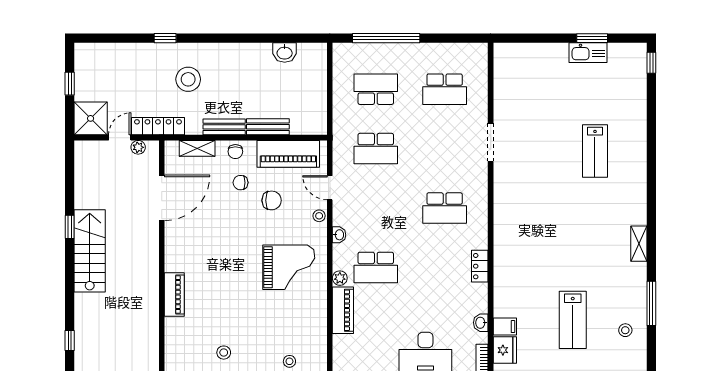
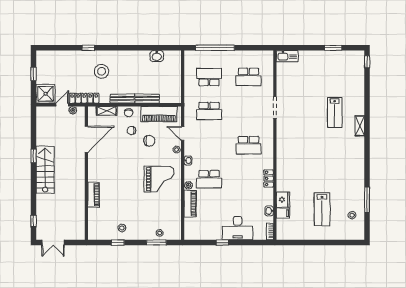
kitchen sink: (588, 53) -> (287, 56), moved
shelving: (639, 244) -> (360, 126), moved
fridge: (505, 350) -> (283, 200), moved

